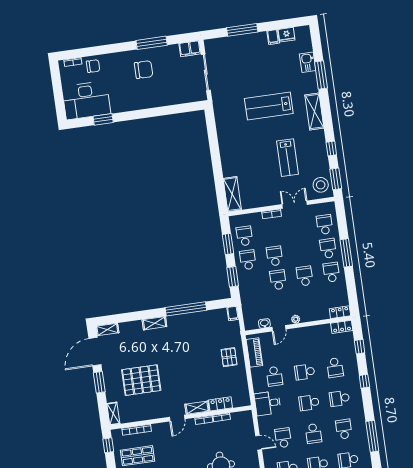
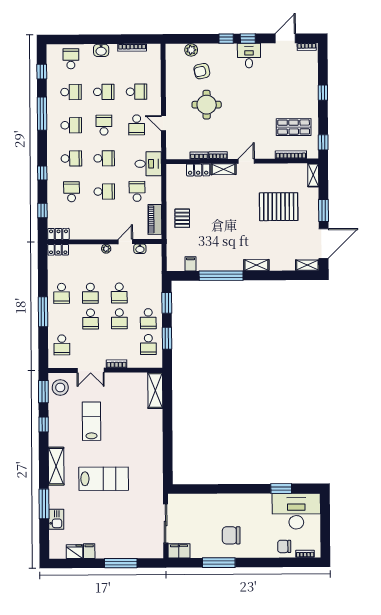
school desk: (328, 248) -> (91, 319), moved
filing cabinet: (233, 313) -> (191, 264), moved
school desk: (344, 429) -> (71, 125), turned -90

